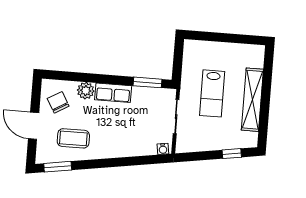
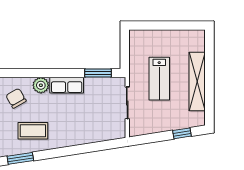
water cooler: (163, 149) -> (117, 134), removed

